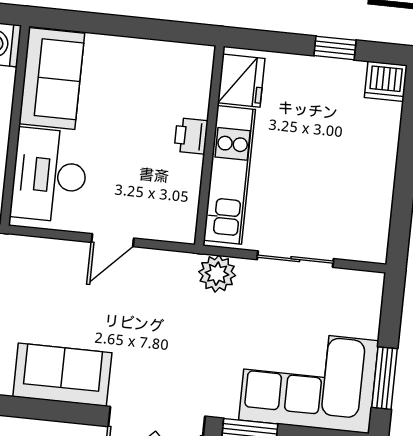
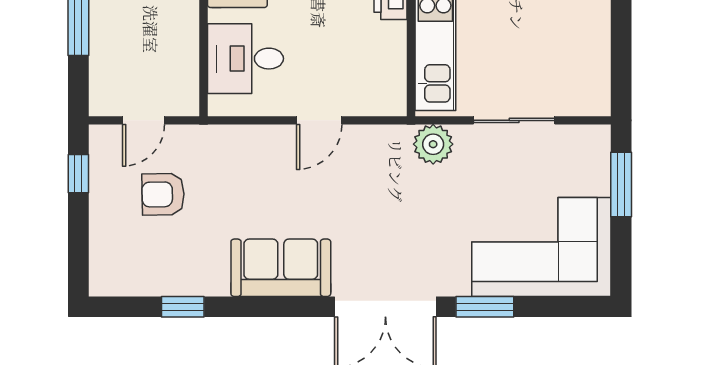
desk: (49, 175) -> (245, 59), width x0.73
window: (384, 378) -> (621, 184), moved

